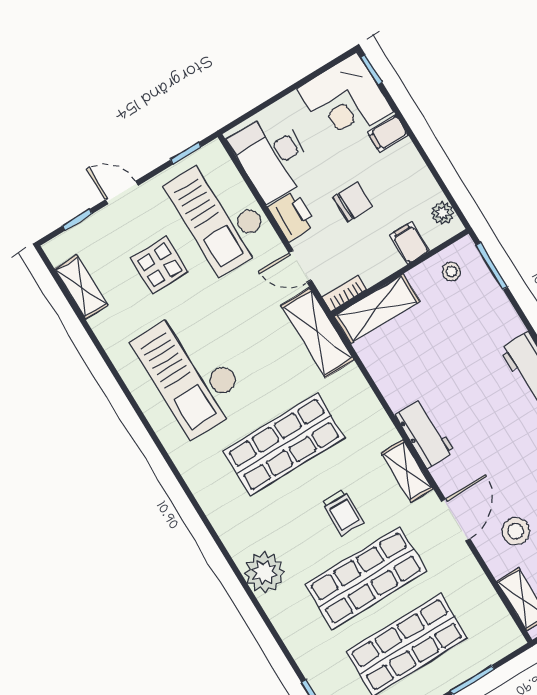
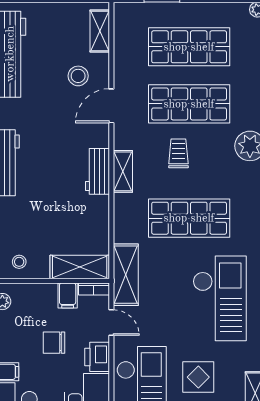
filing cabinet: (410, 243) -> (68, 295), moved
shelving: (407, 471) -> (123, 171), moved

